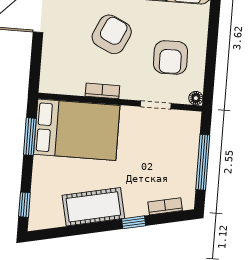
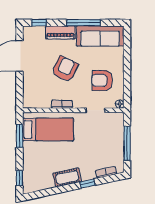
armchair: (171, 57) -> (102, 80), turned 91
bed: (77, 130) -> (48, 129), width x0.67
cot: (93, 207) -> (67, 177), width x0.73, depth x0.75

